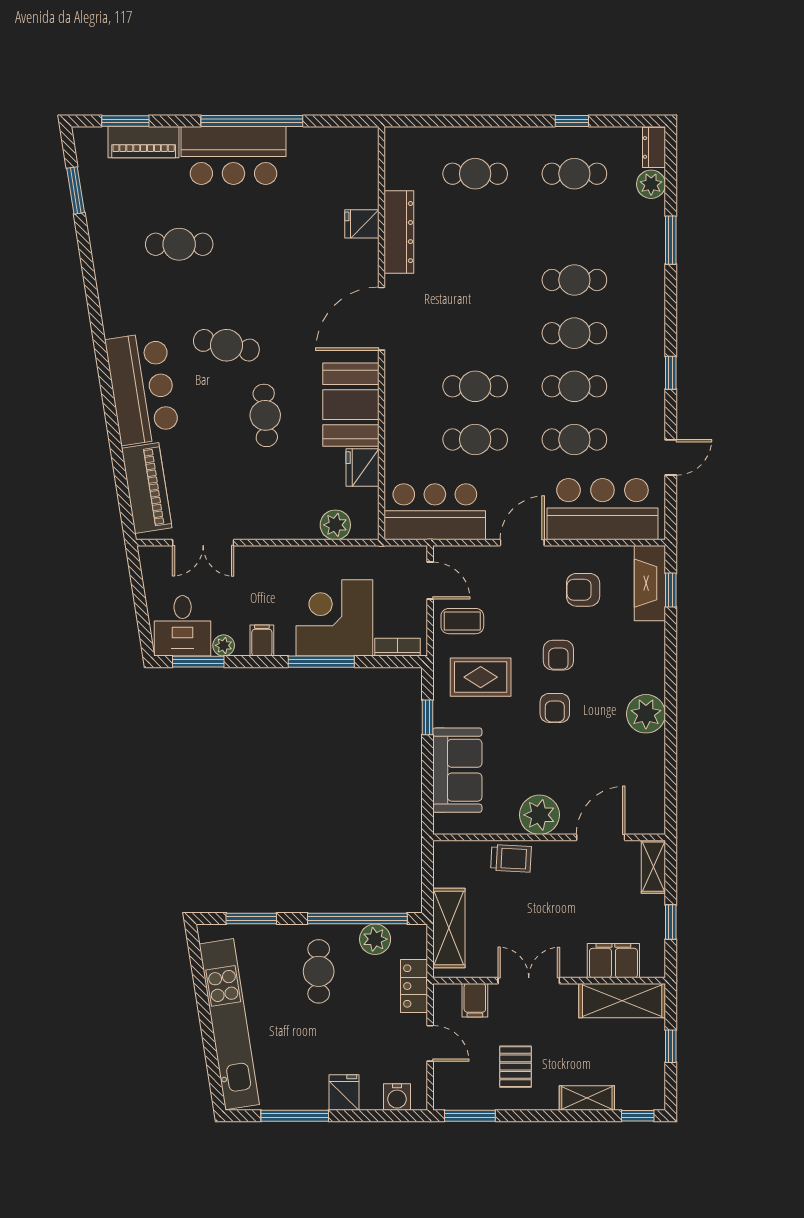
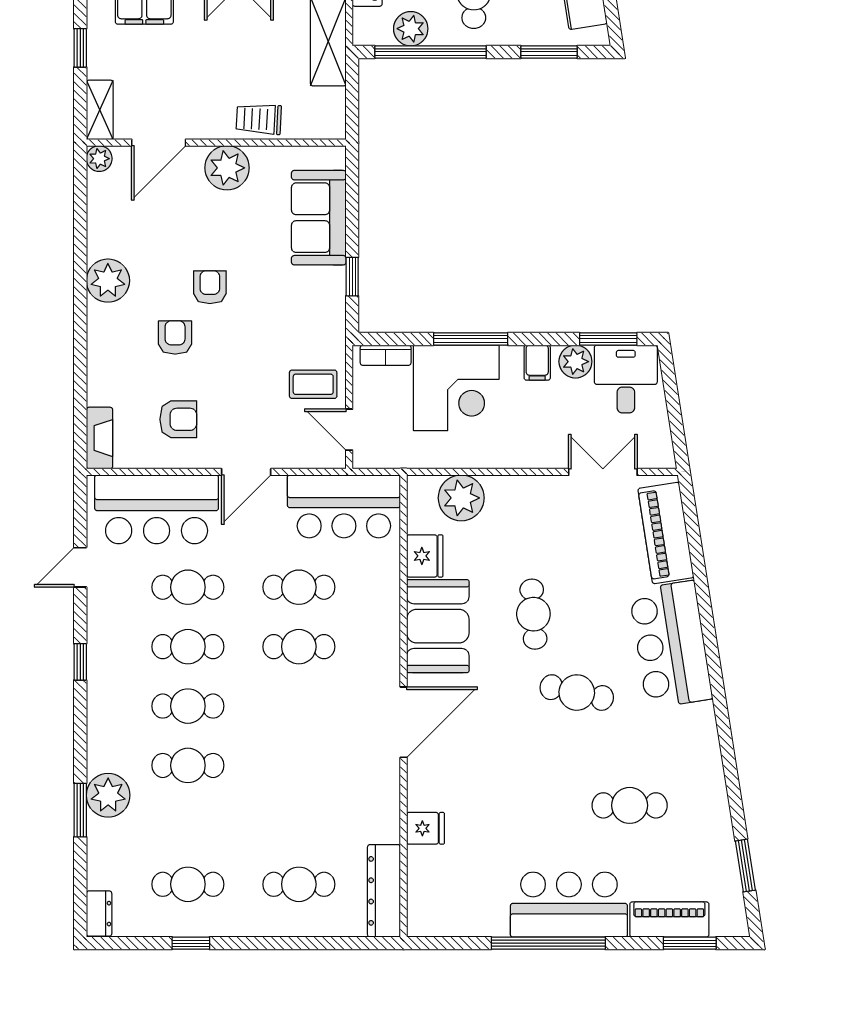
plant: (651, 184) -> (108, 795), moved, width x1.36, depth x1.36
dresser: (399, 232) -> (384, 891), moved
plant: (335, 525) -> (461, 498), width x1.36, depth x1.36
fireplace: (650, 583) -> (99, 438), width x0.73, depth x0.76
window: (671, 590) -> (80, 419), removed
plant: (224, 645) -> (575, 362), width x1.38, depth x1.38
armchair: (558, 655) -> (175, 338), moved
rug: (481, 677) -> (293, 322), removed
plant: (654, 823) -> (99, 159), added

